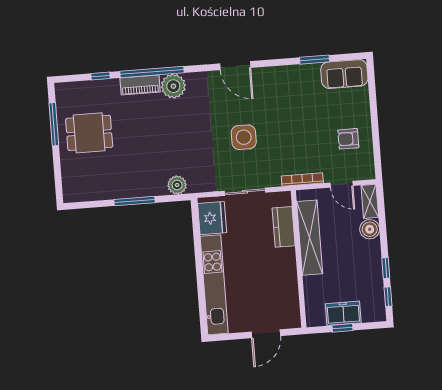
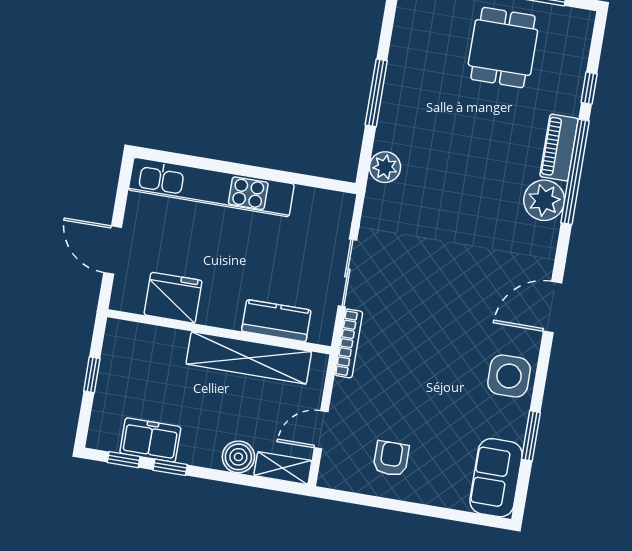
side table: (244, 137) -> (509, 376), moved
bookcase: (302, 179) -> (349, 343), moved
fridge: (212, 218) -> (173, 298), moved, turned 180
freezer: (343, 313) -> (150, 440), moved, turned -90

